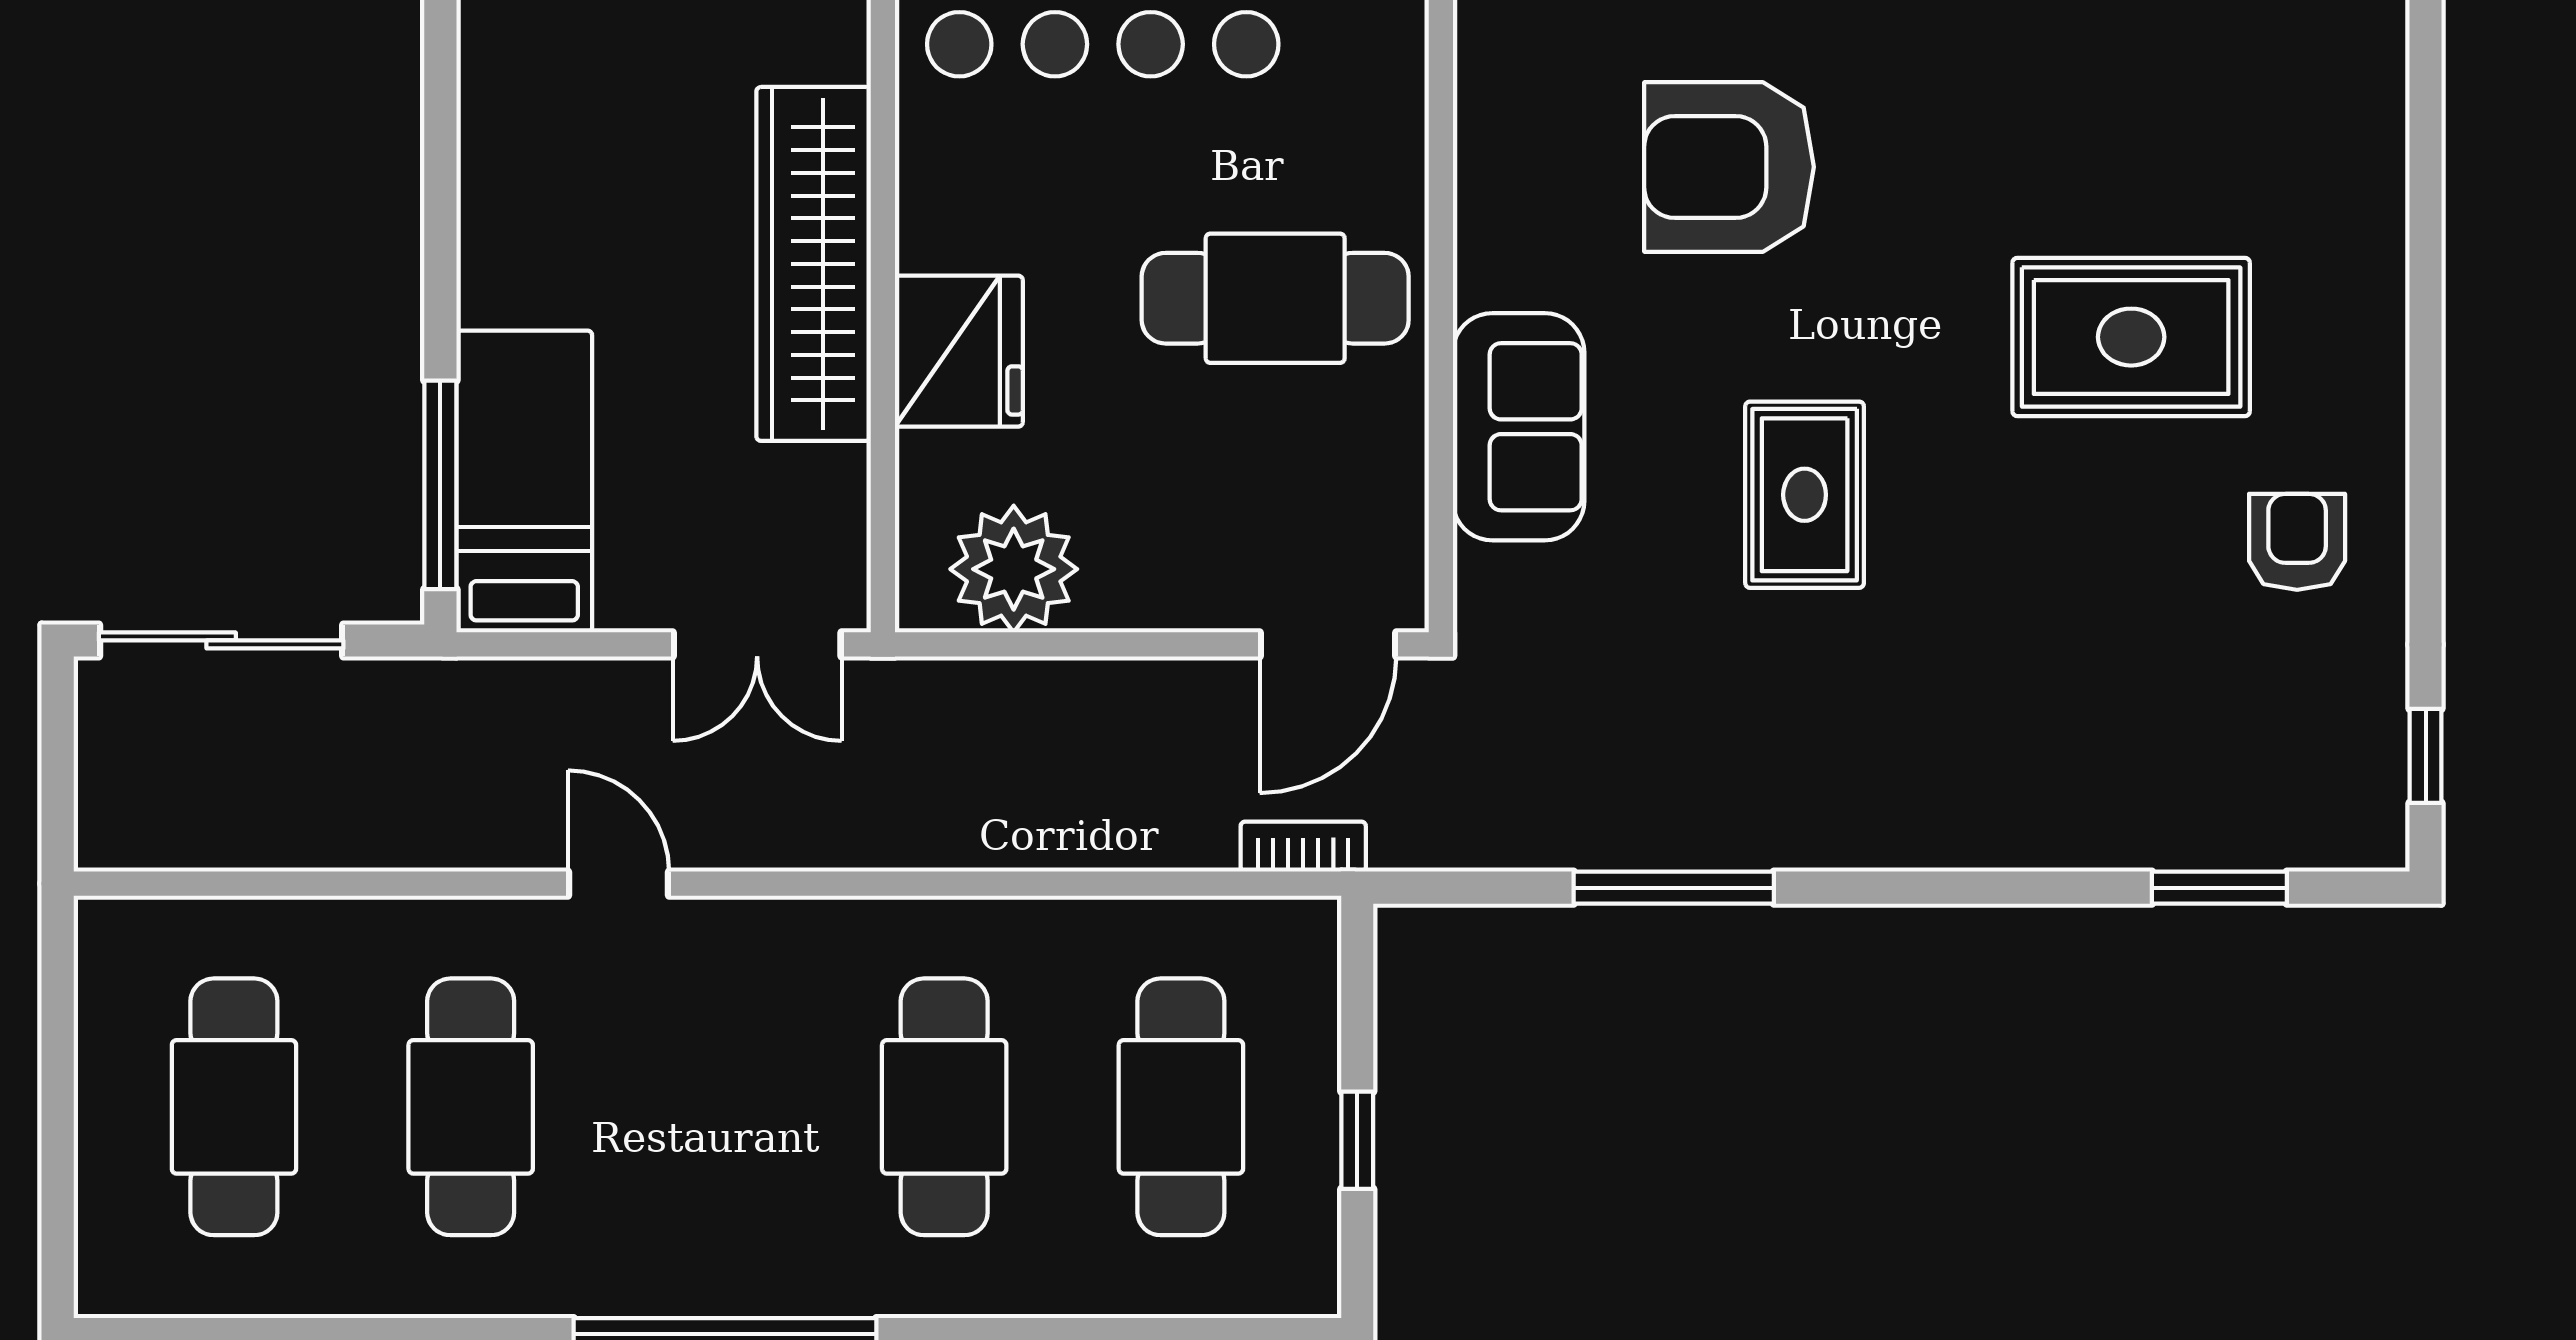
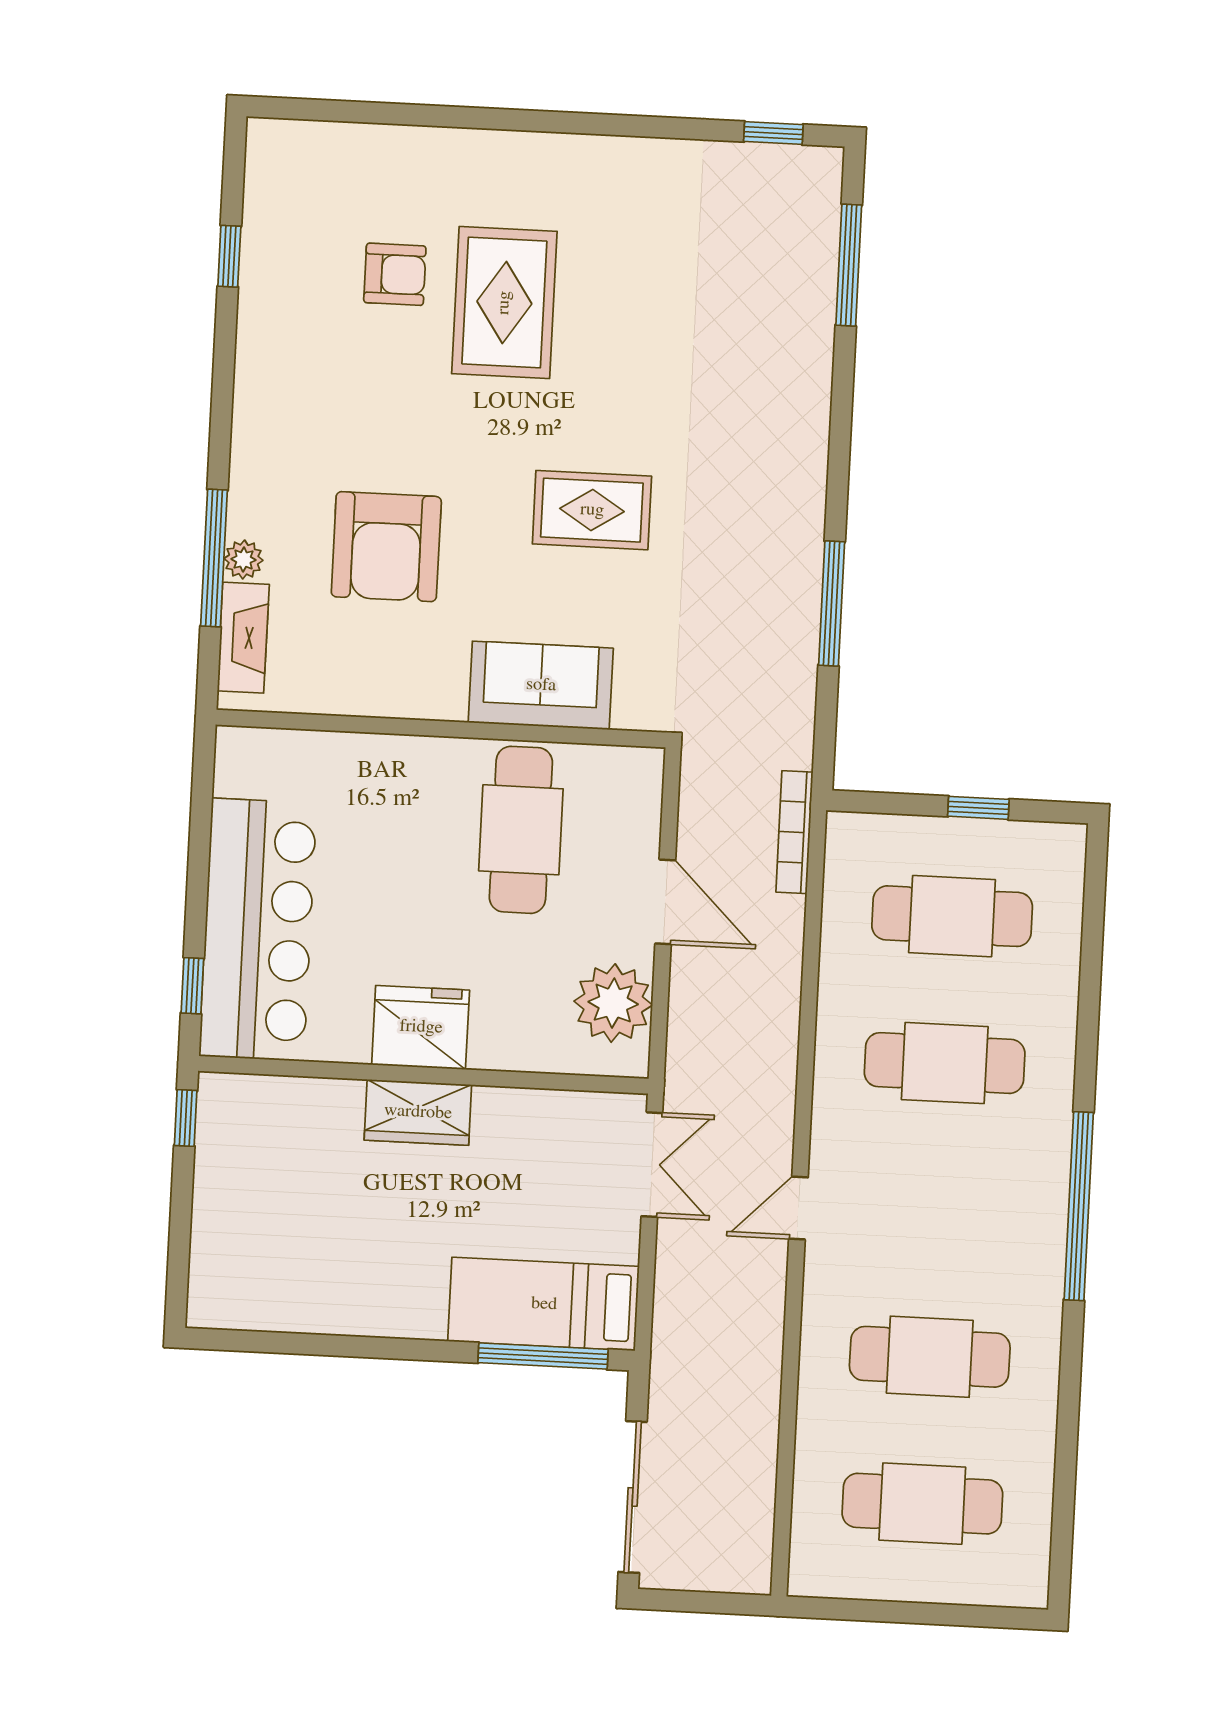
wardrobe: (814, 264) -> (418, 1112), width x0.48, depth x0.85
cafe table: (1275, 298) -> (521, 830), moved
fridge: (959, 351) -> (421, 1027), moved
armchair: (2297, 542) -> (395, 274), moved, turned 180
door: (1328, 644) -> (665, 902), moved
bookcase: (1303, 847) -> (794, 832), width x1.56
door: (618, 884) -> (798, 1208), moved
window: (2219, 888) -> (849, 265), width x1.44

